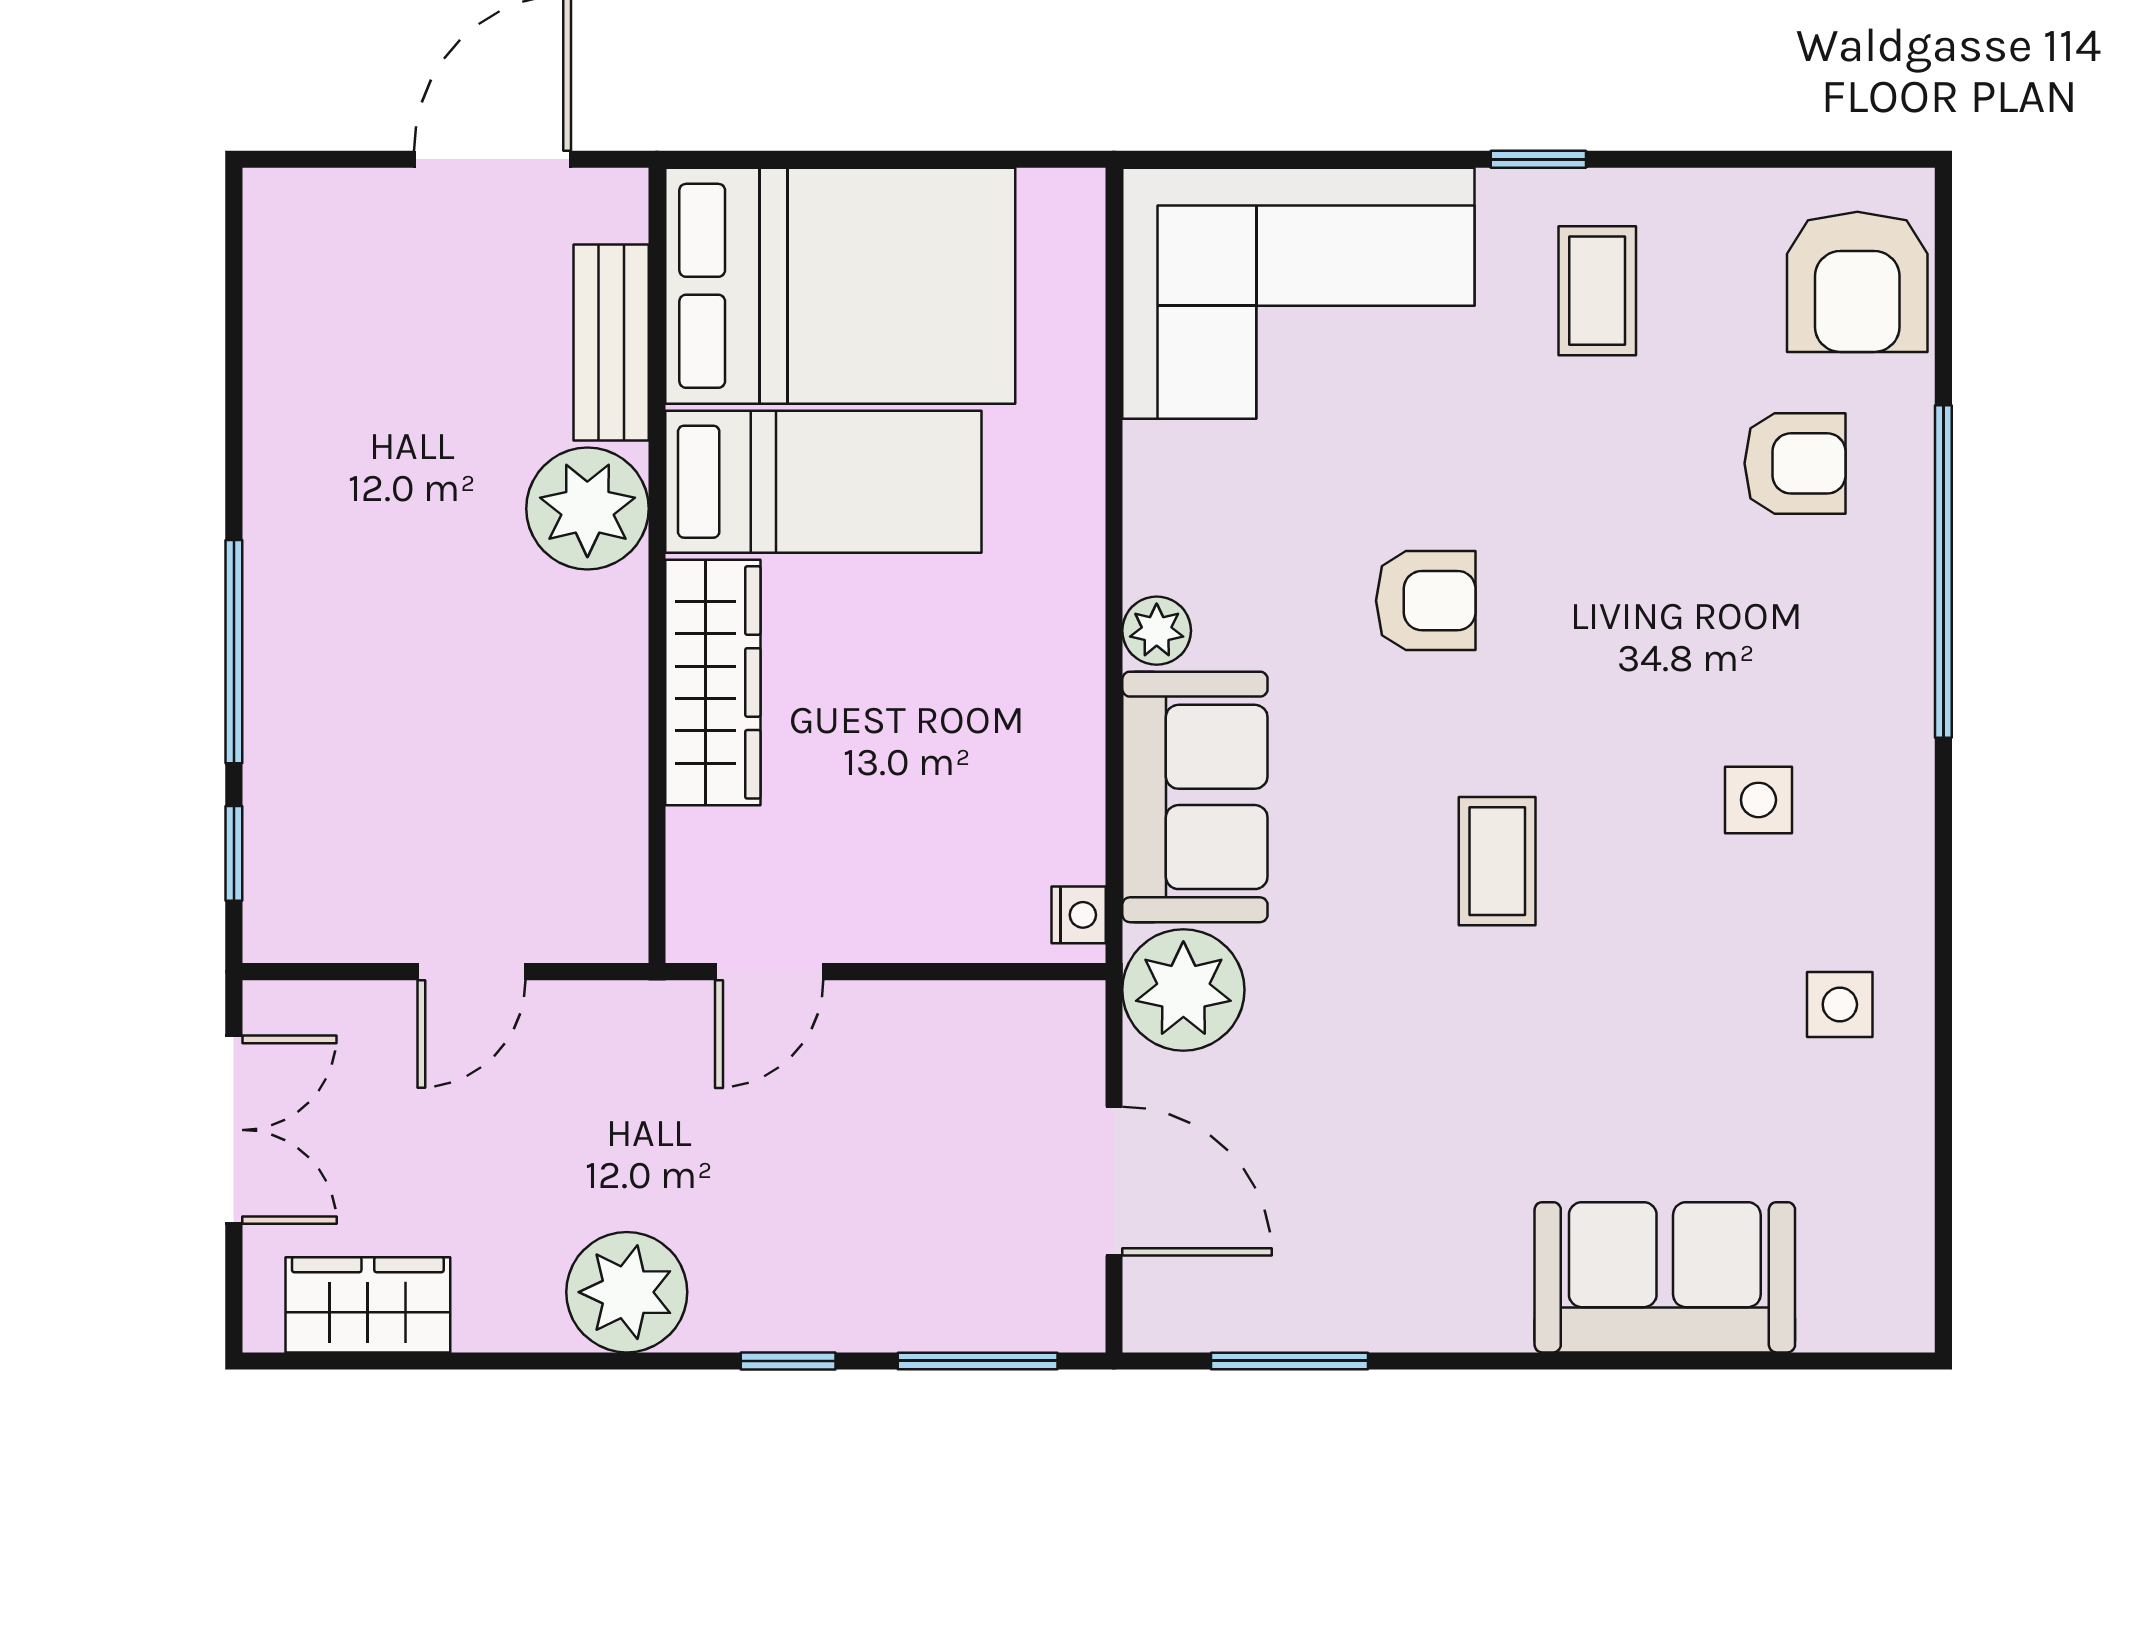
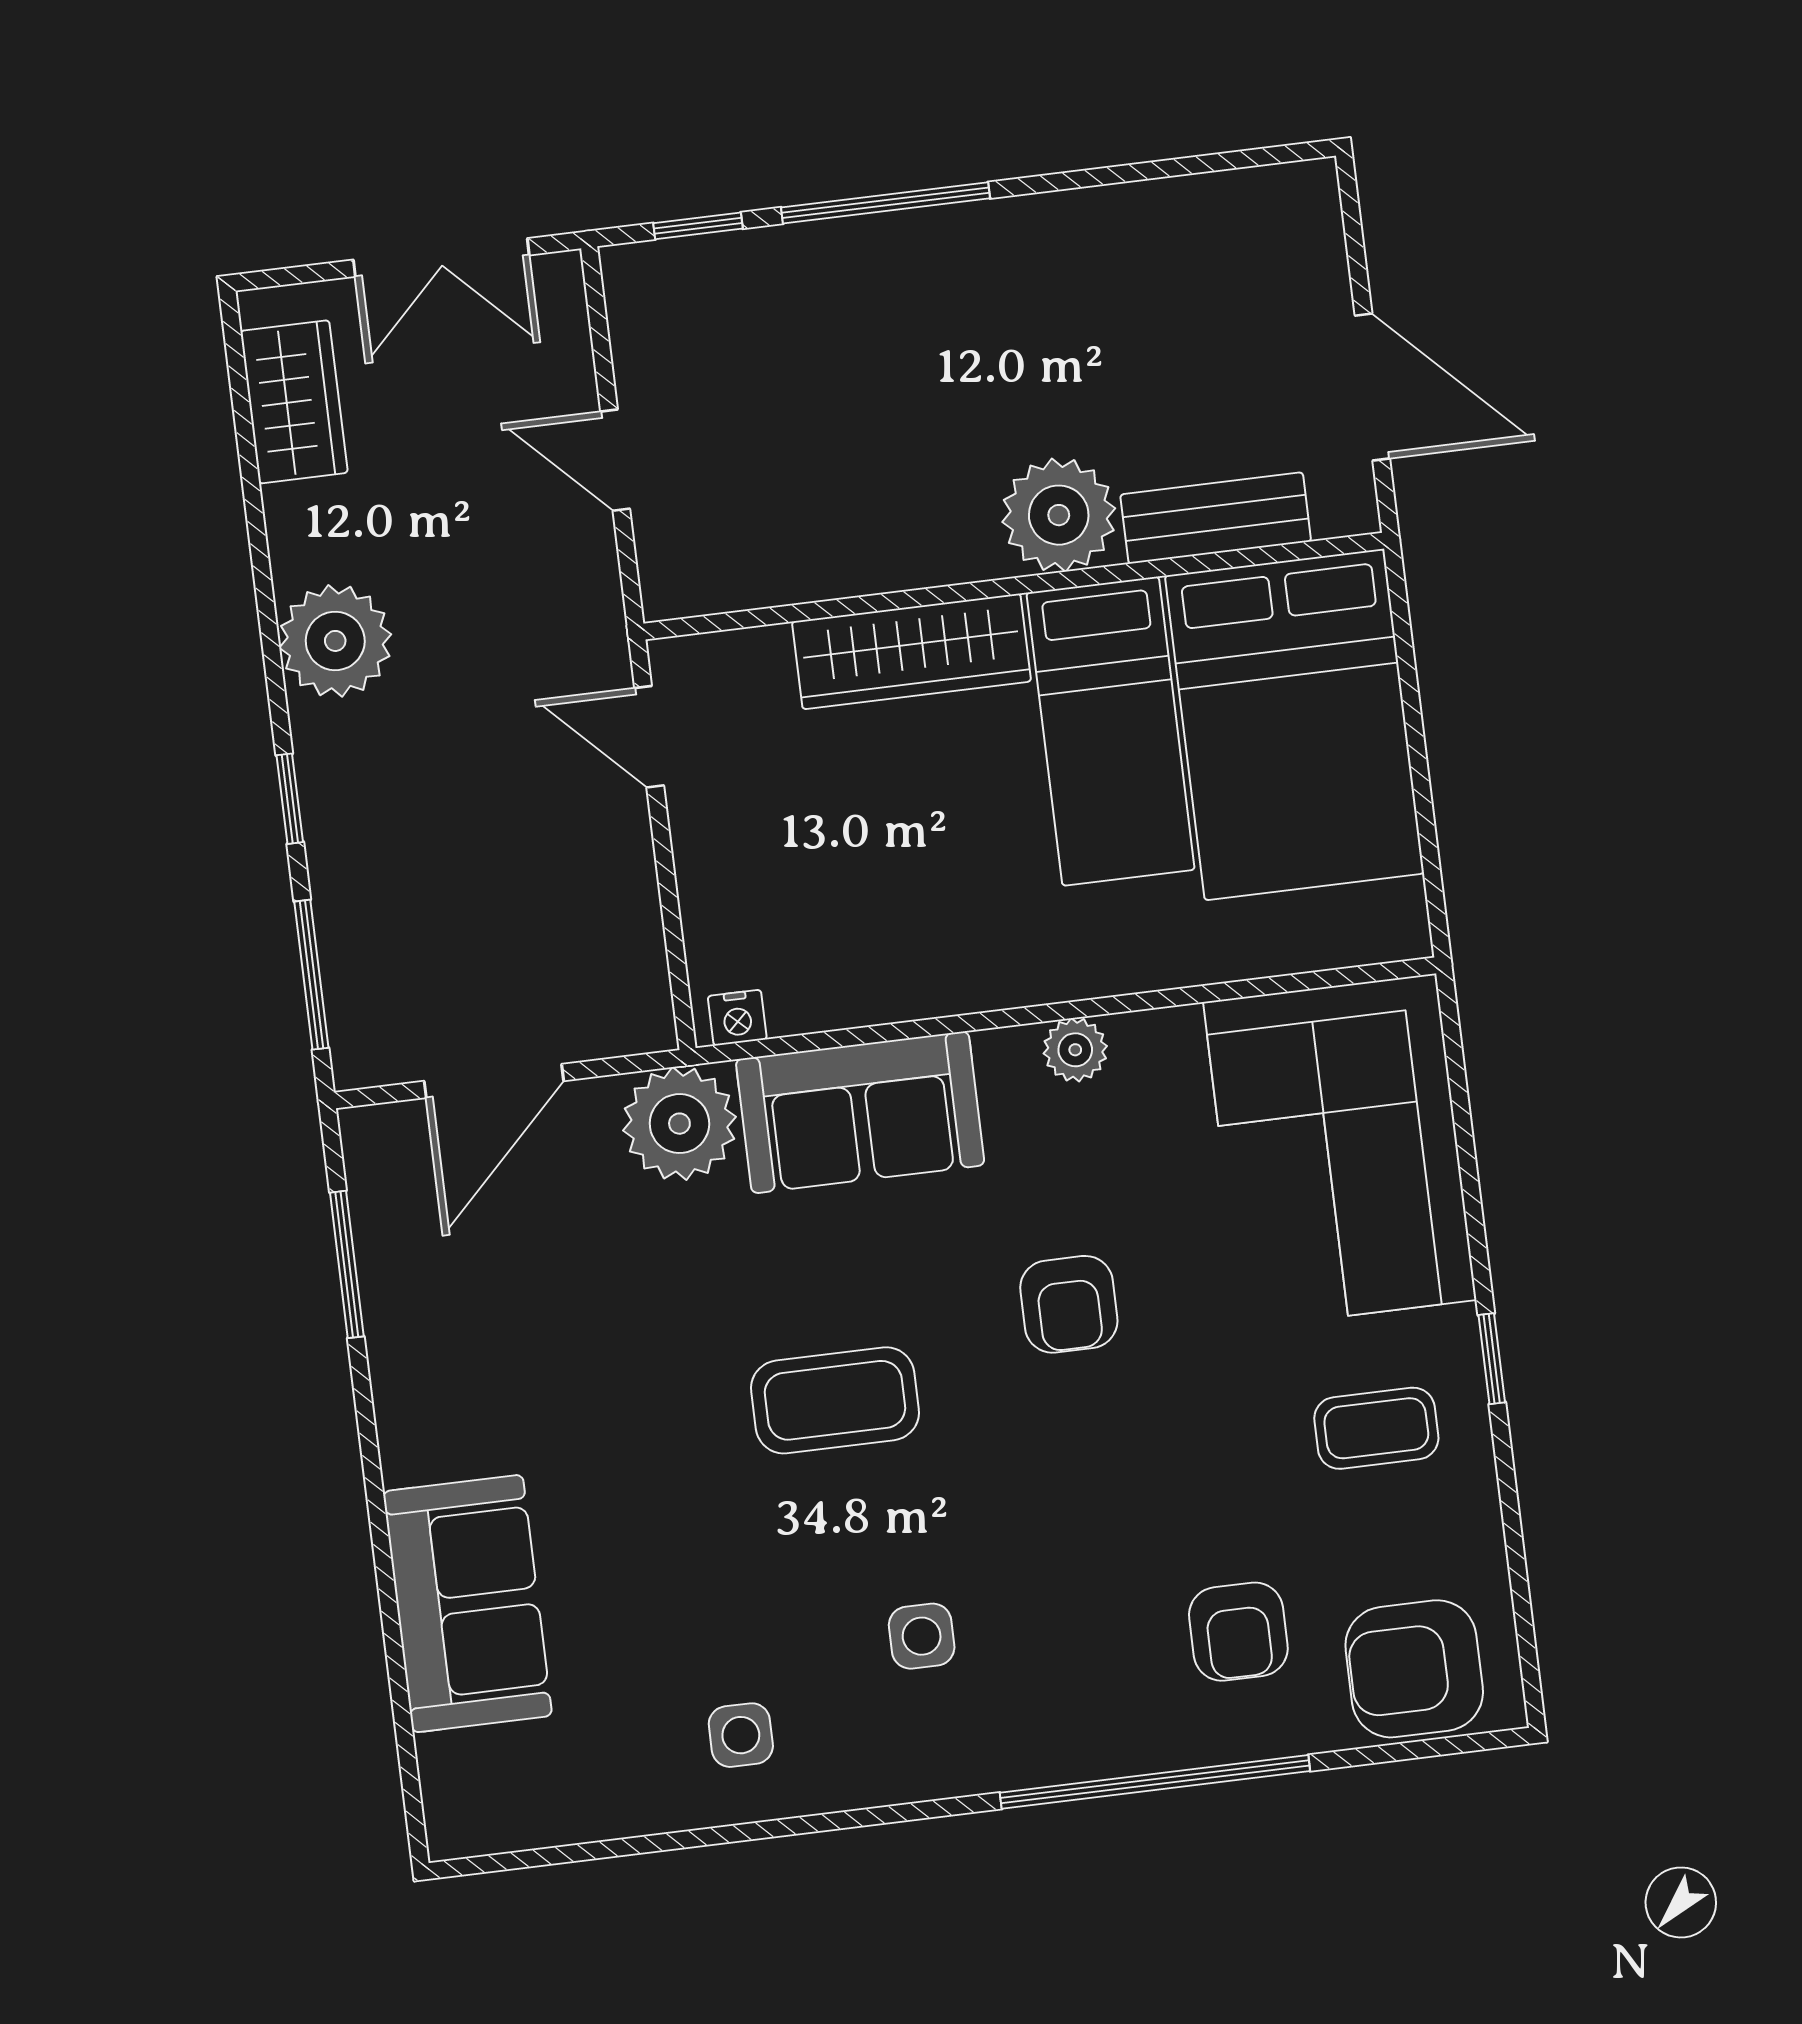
plant: (1157, 631) -> (1075, 1050), moved
coffee table: (1497, 861) -> (835, 1400), width x1.36, depth x1.30

